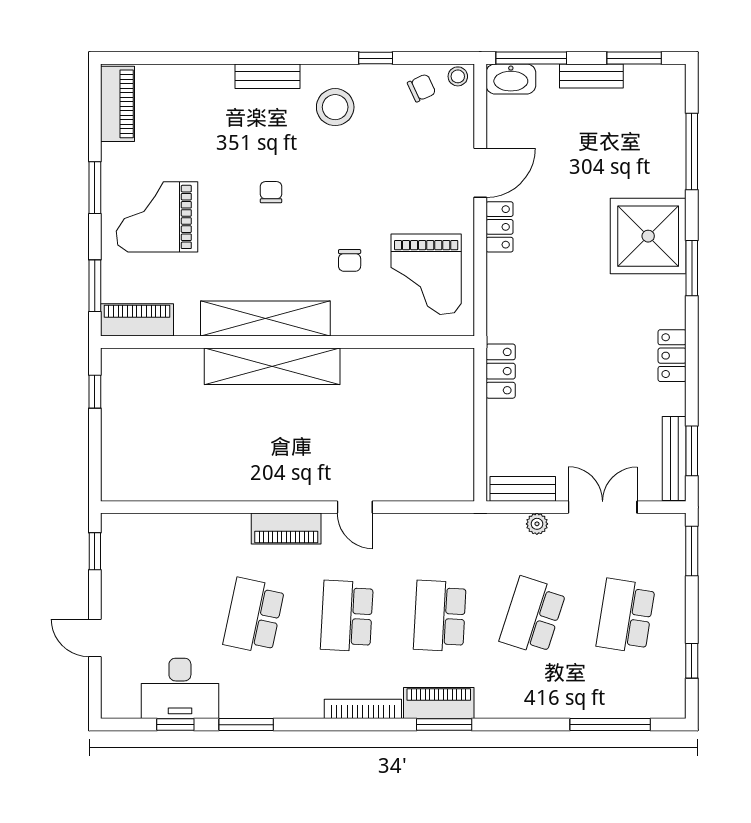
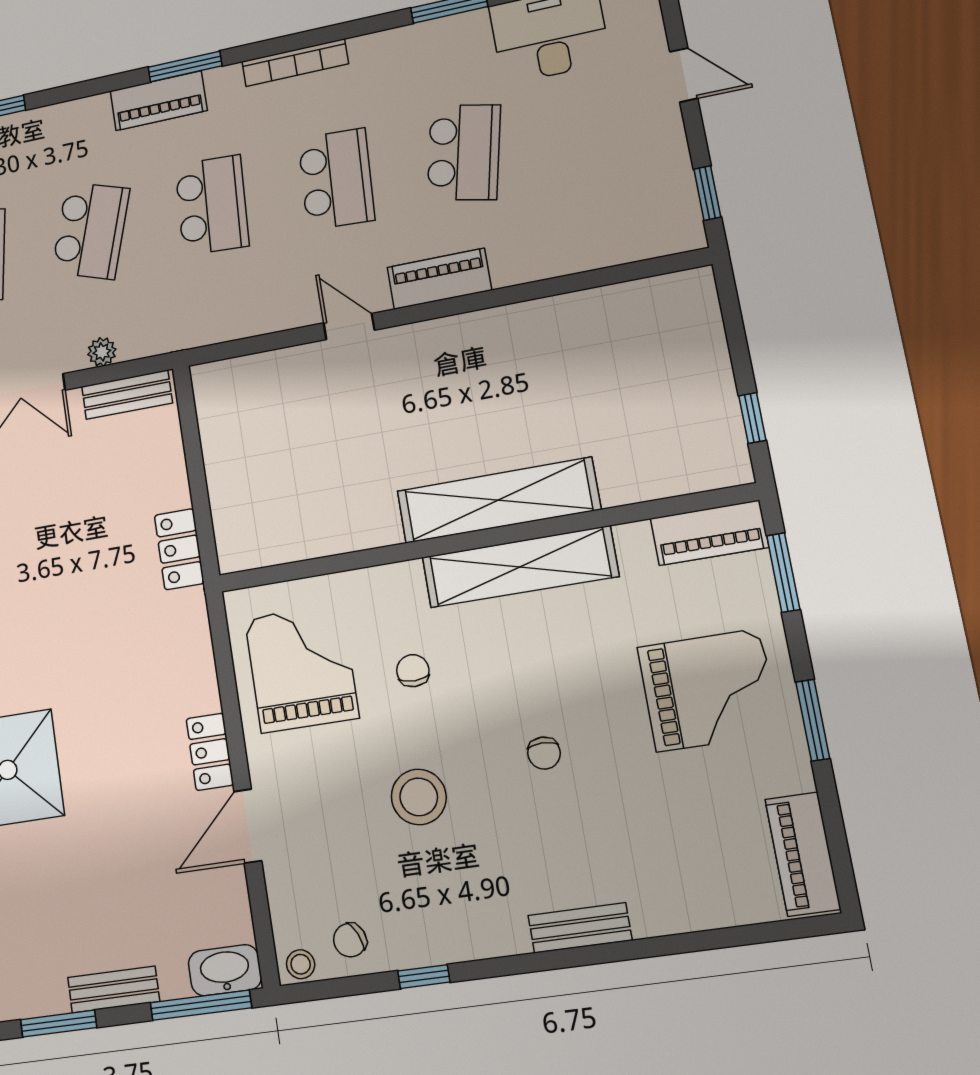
stool: (335, 107) -> (419, 797), moved
piano: (439, 703) -> (158, 101), moved

